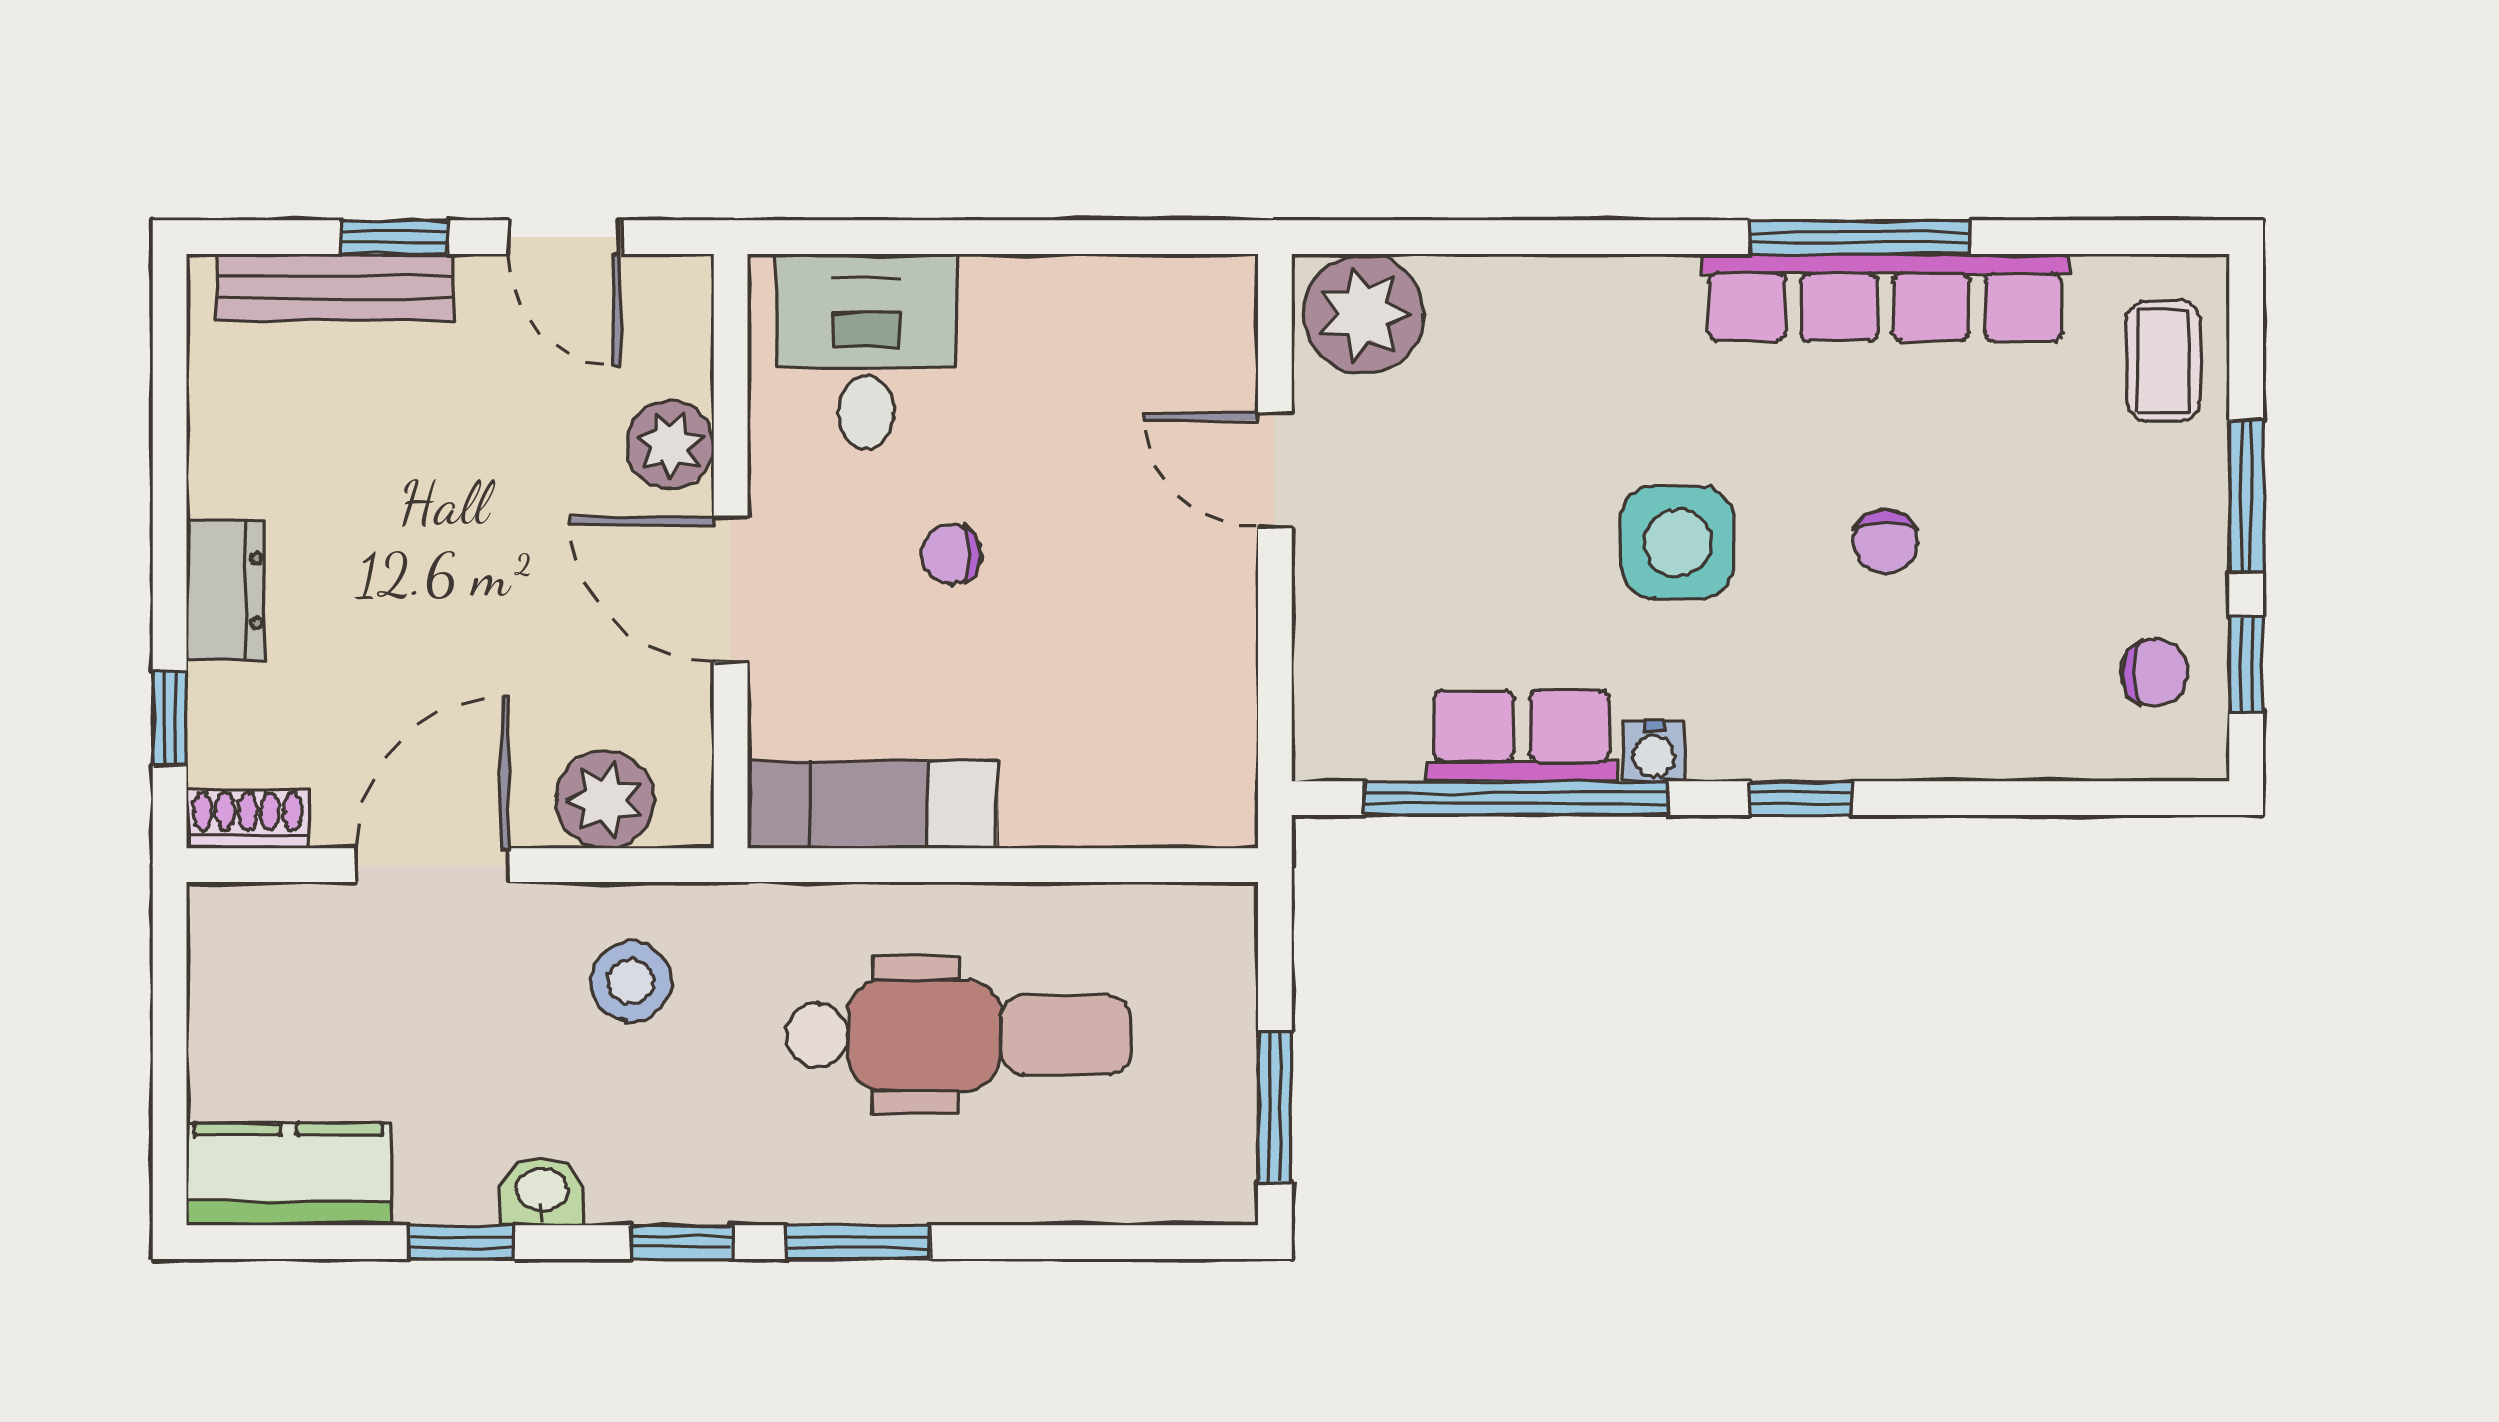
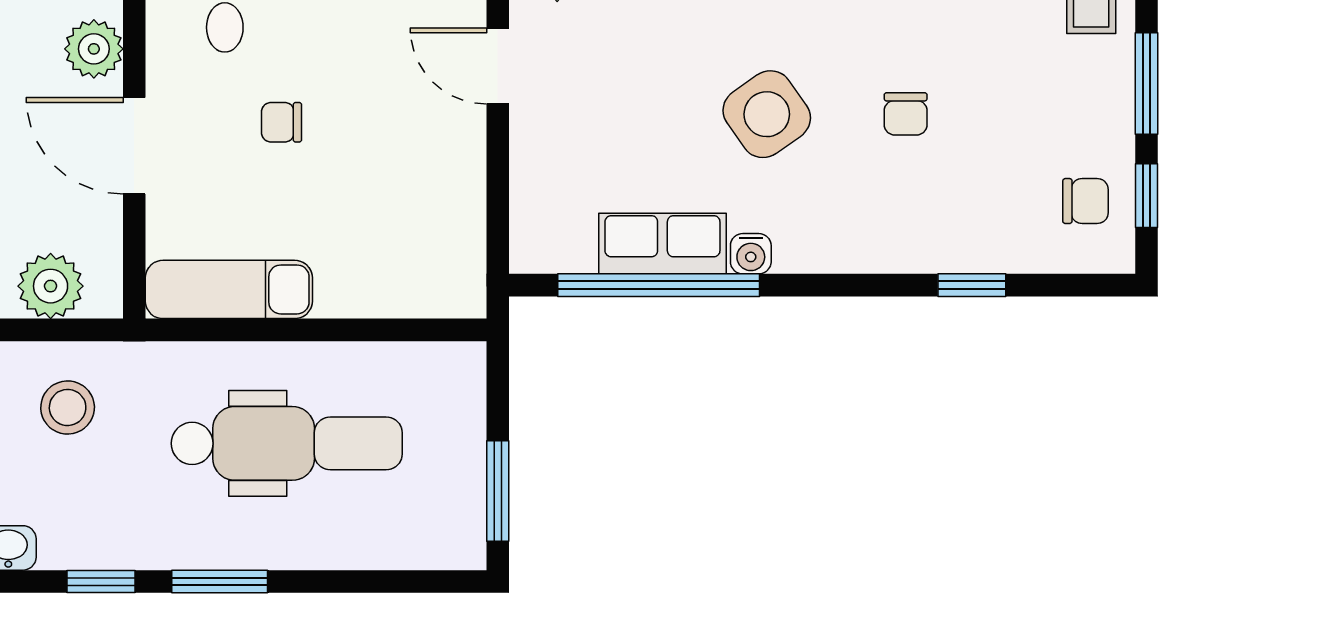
side table: (1678, 542) -> (767, 114), turned -35
window: (1801, 798) -> (972, 285), moved

